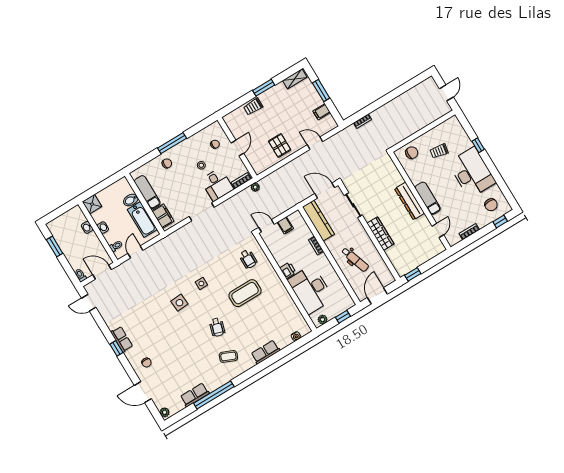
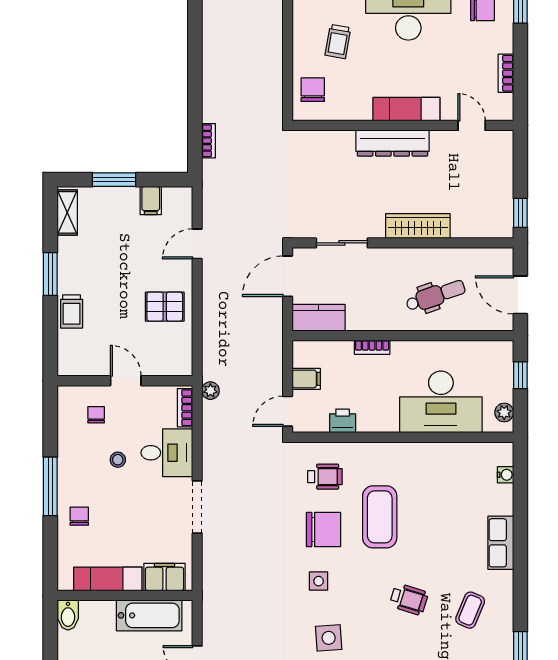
bidet: (131, 200) -> (68, 615), moved
kitchen counter: (318, 221) -> (319, 318), width x0.67
printer: (288, 270) -> (343, 421), moved
chair: (225, 272) -> (323, 529), added

